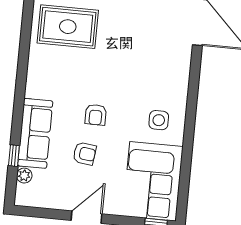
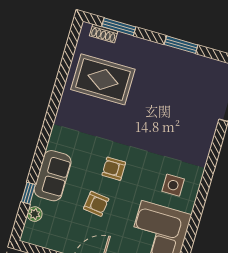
armchair: (96, 115) -> (114, 169), turned 90
sofa: (35, 133) -> (53, 176), width x0.73

